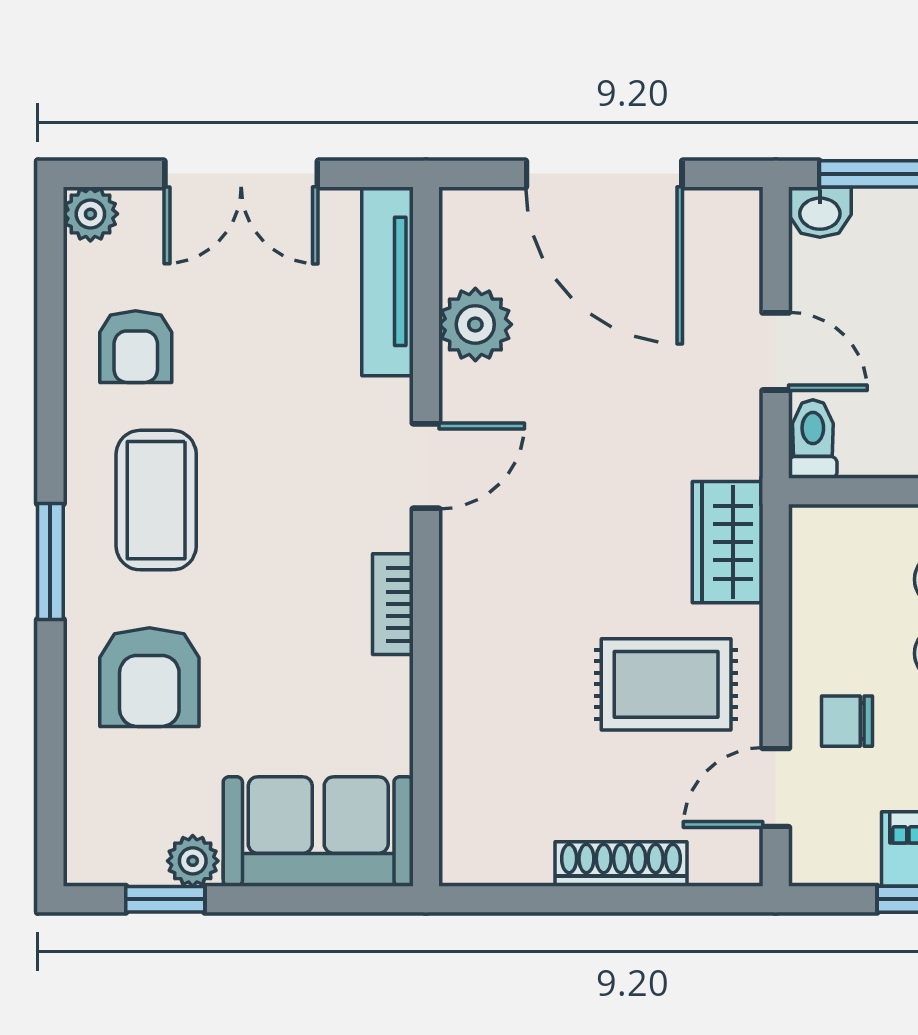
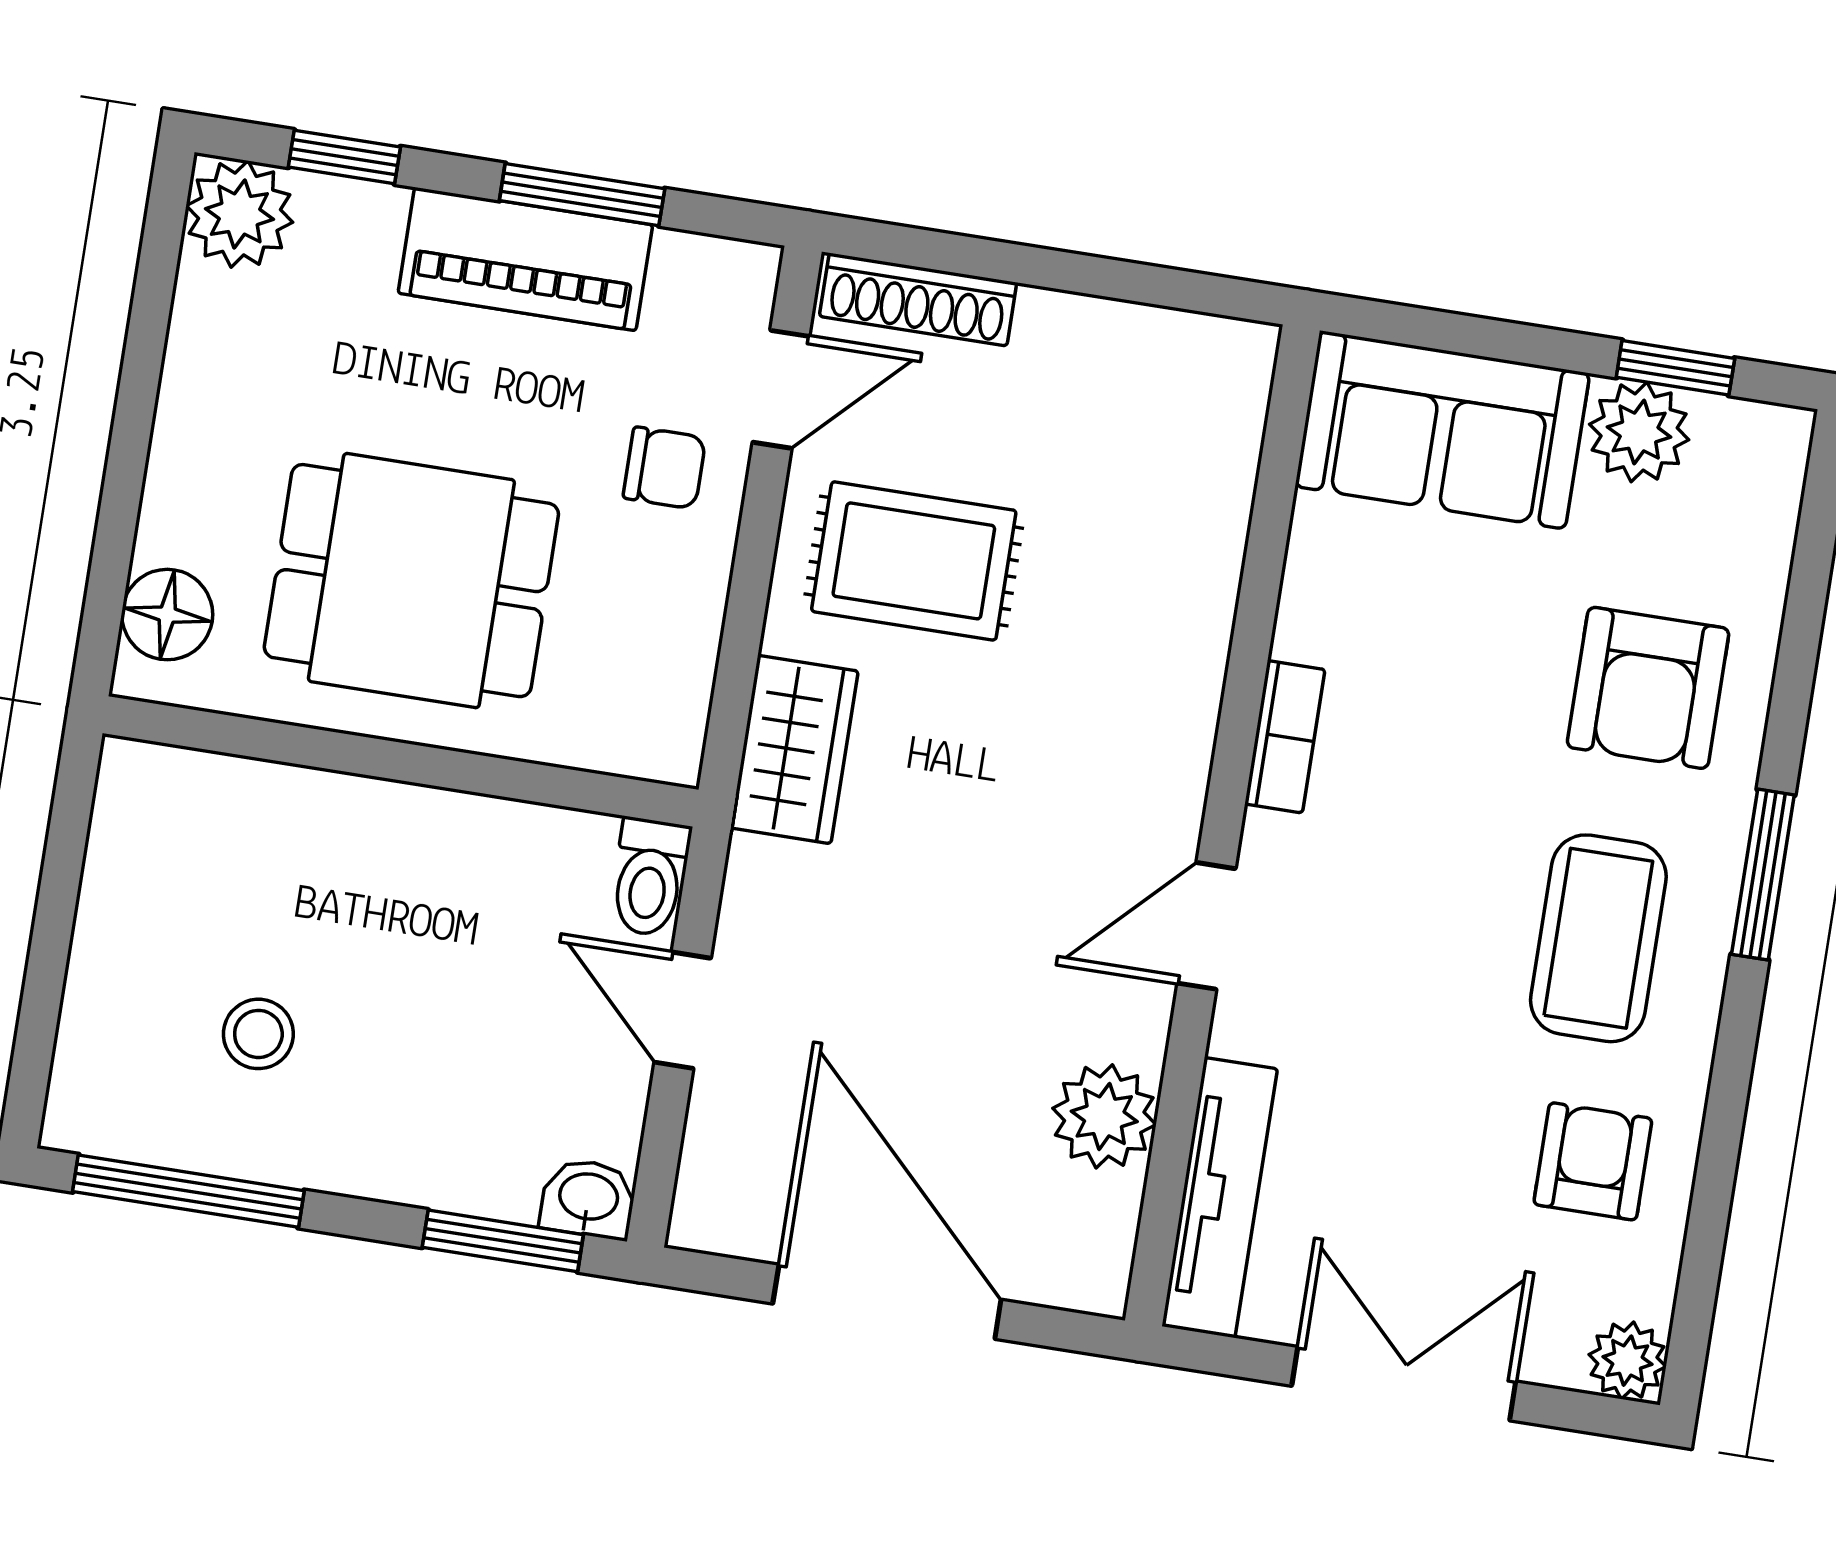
armchair: (149, 677) -> (1648, 688), turned 180
plant: (193, 861) -> (1639, 432), width x1.38, depth x1.38
shoe rack: (621, 864) -> (918, 299), moved

